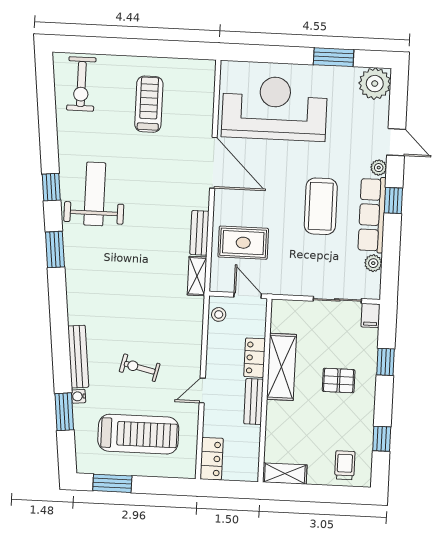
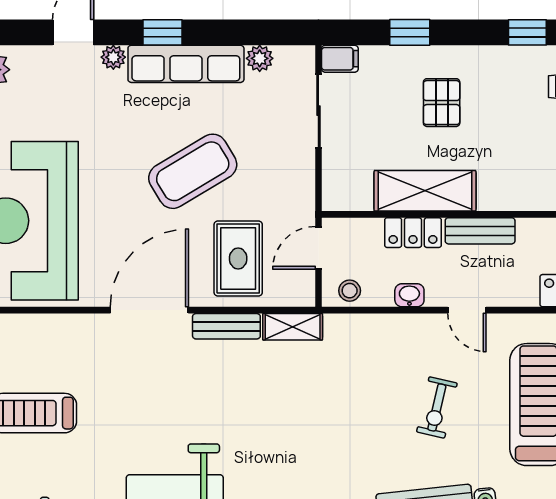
door: (213, 163) -> (149, 310), moved
coffee table: (321, 206) -> (193, 171), moved, turned -31
washbasin: (214, 353) -> (409, 295), added

